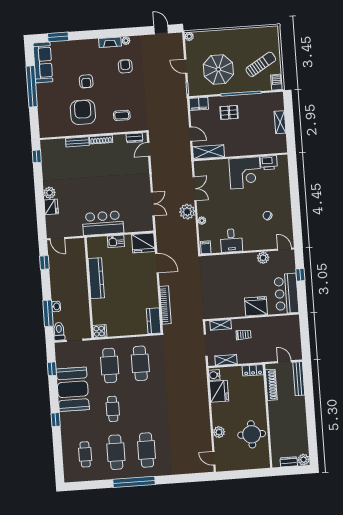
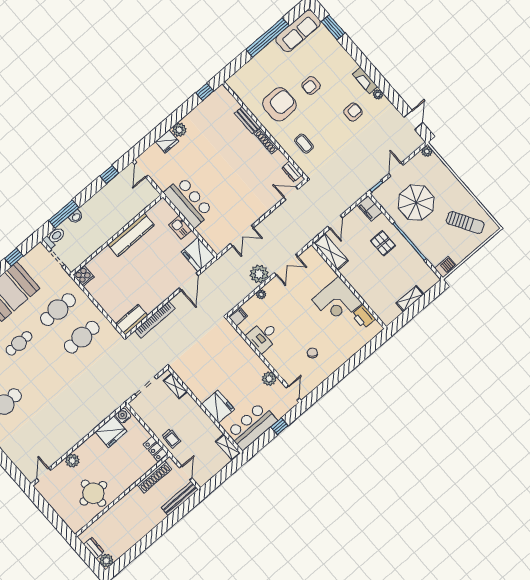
sun lounger: (261, 64) -> (465, 223), moved
trolley: (243, 335) -> (171, 438), moved
shelving: (226, 360) -> (228, 447), moved

